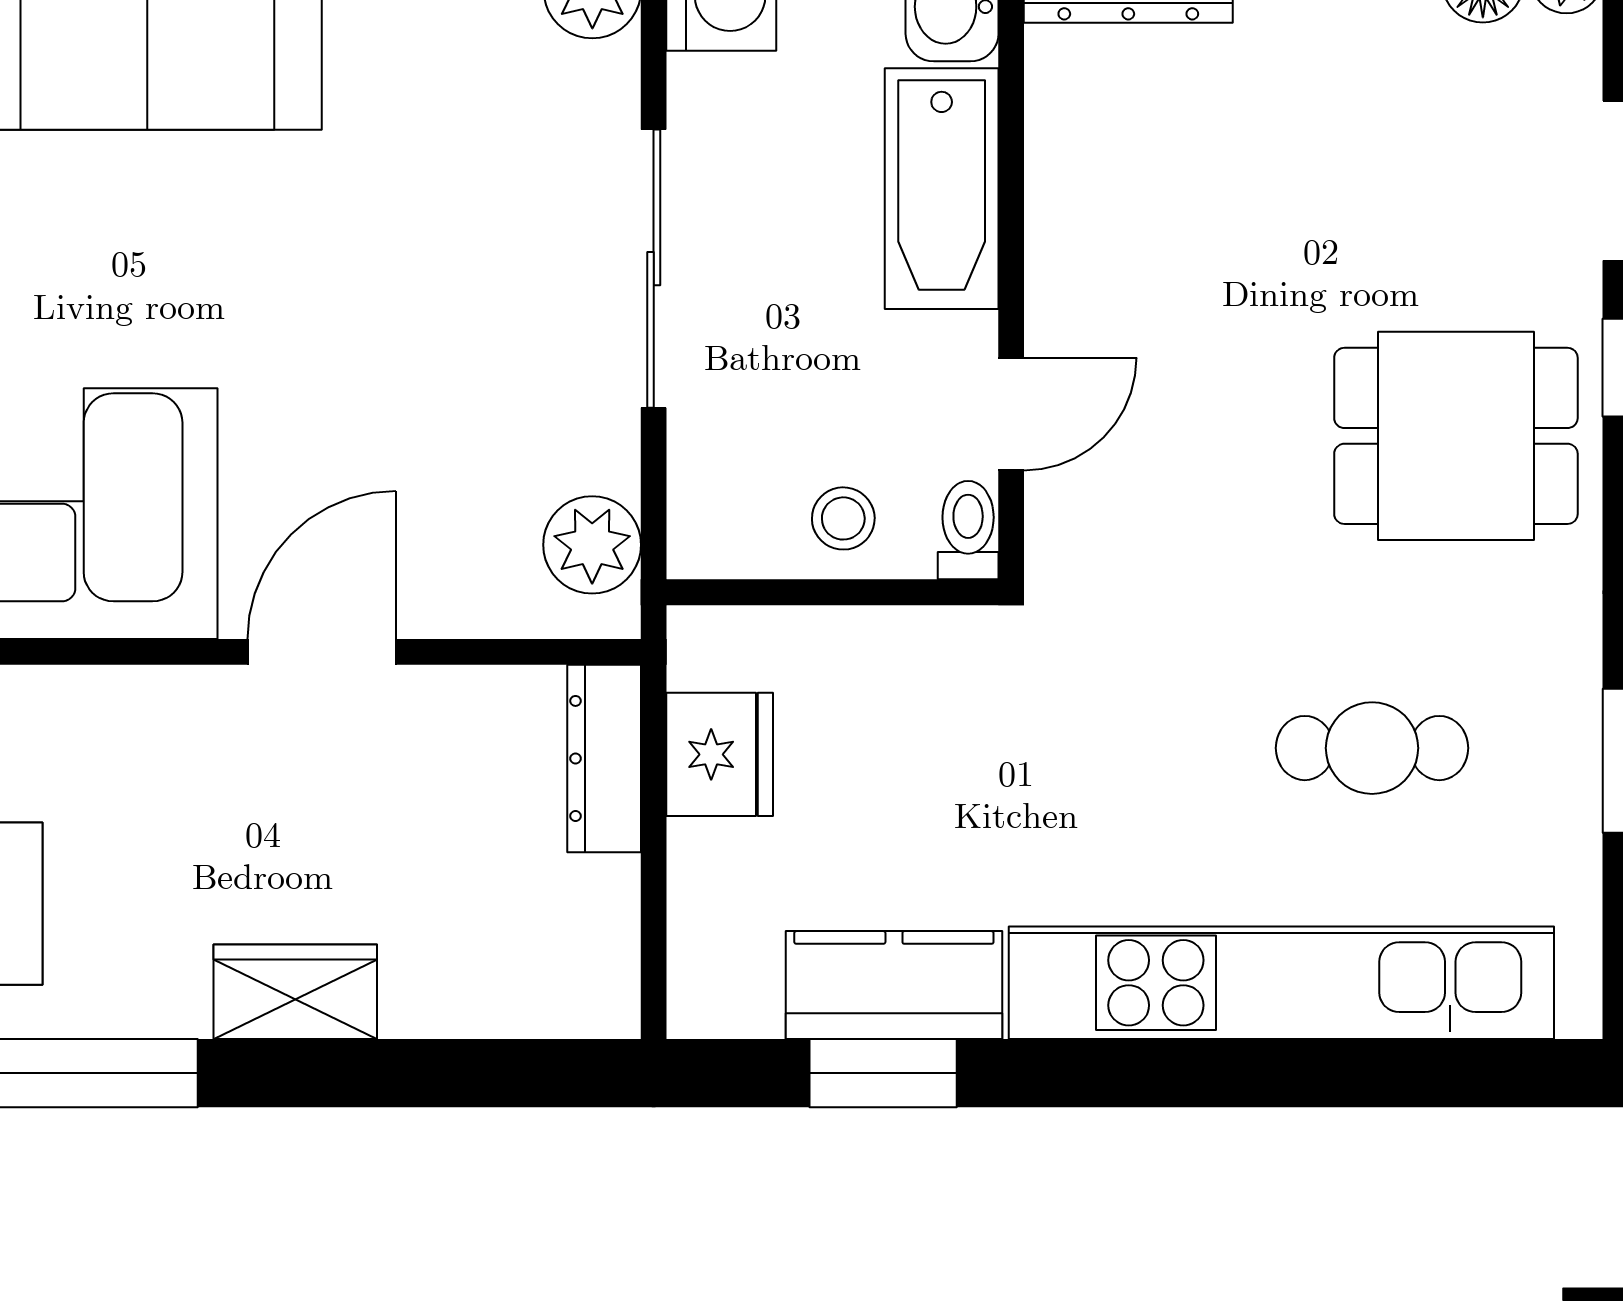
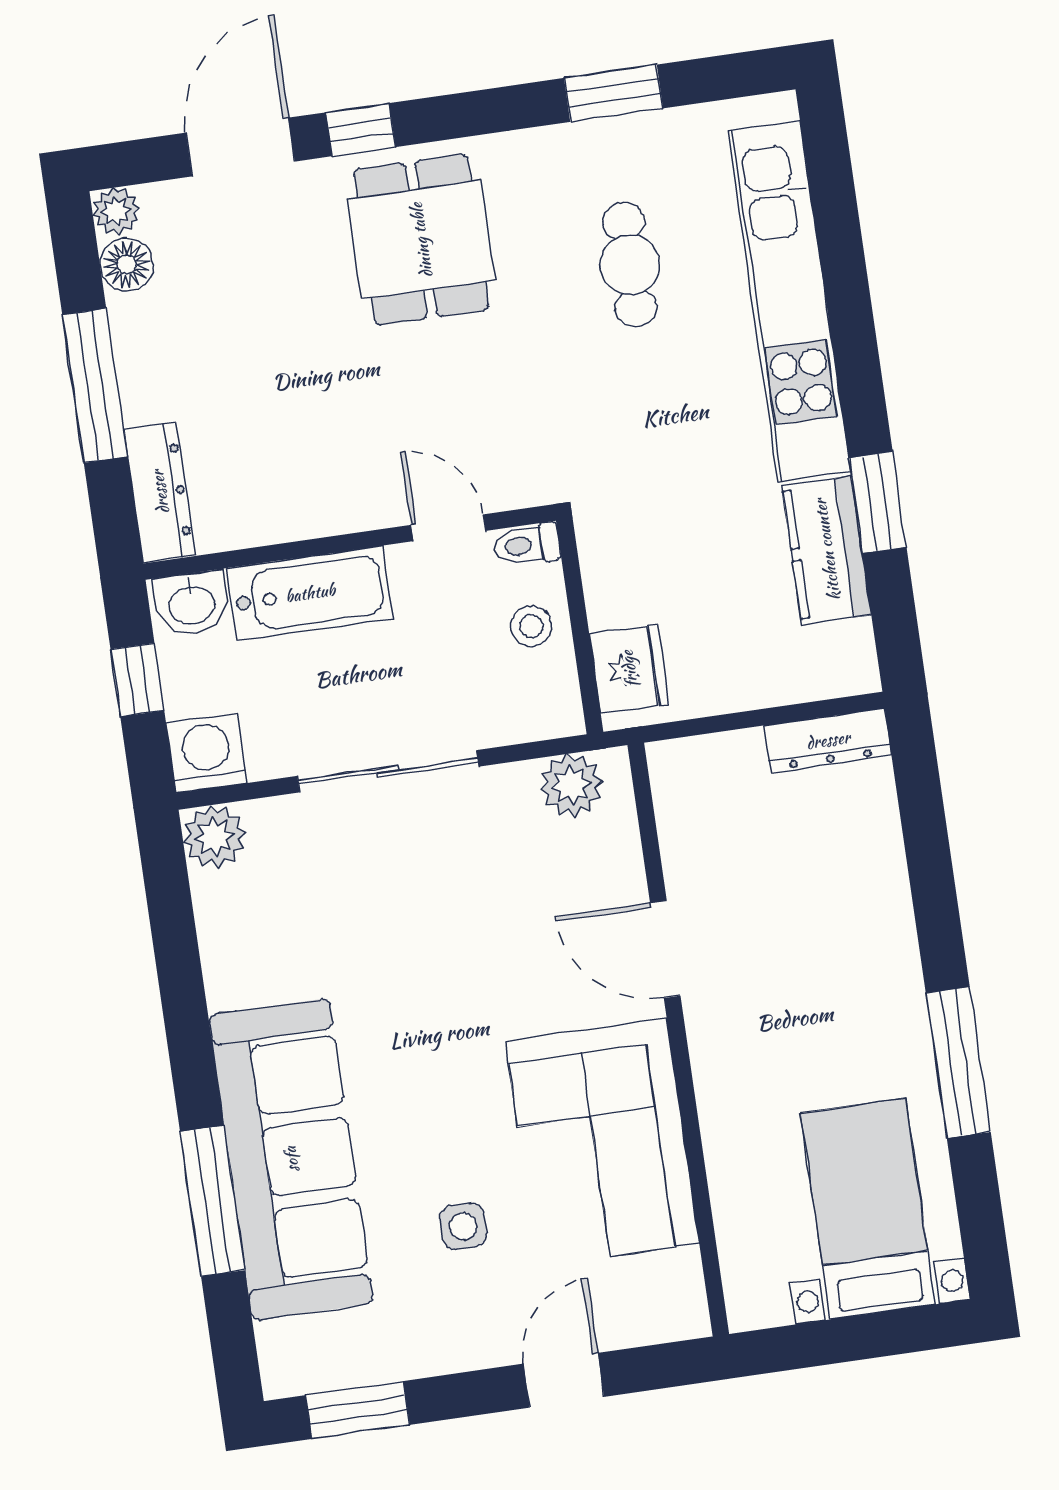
fridge: (720, 754) -> (629, 669), moved, turned 90
dresser: (604, 758) -> (828, 740), moved
wardrobe: (295, 992) -> (886, 935), removed
window: (883, 1073) -> (878, 503), moved

